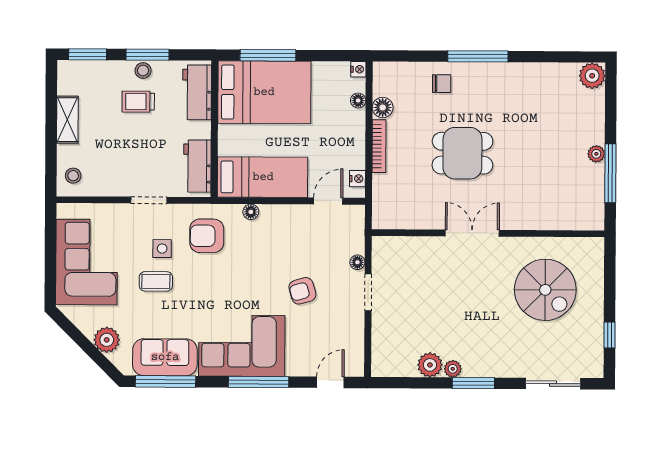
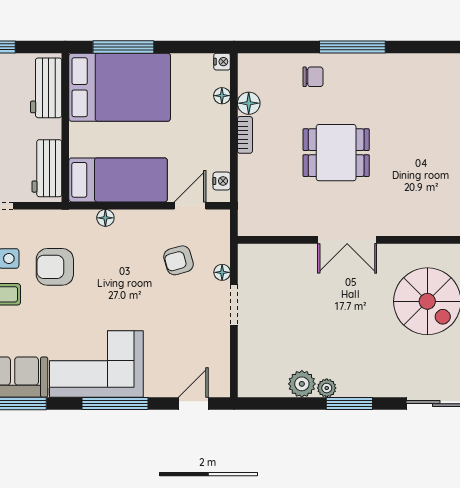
bookcase: (379, 146) -> (245, 135), width x0.64
double door: (472, 233) -> (347, 240), swing flipped
armchair: (207, 236) -> (55, 267), moved
armchair: (302, 291) -> (179, 260), moved

